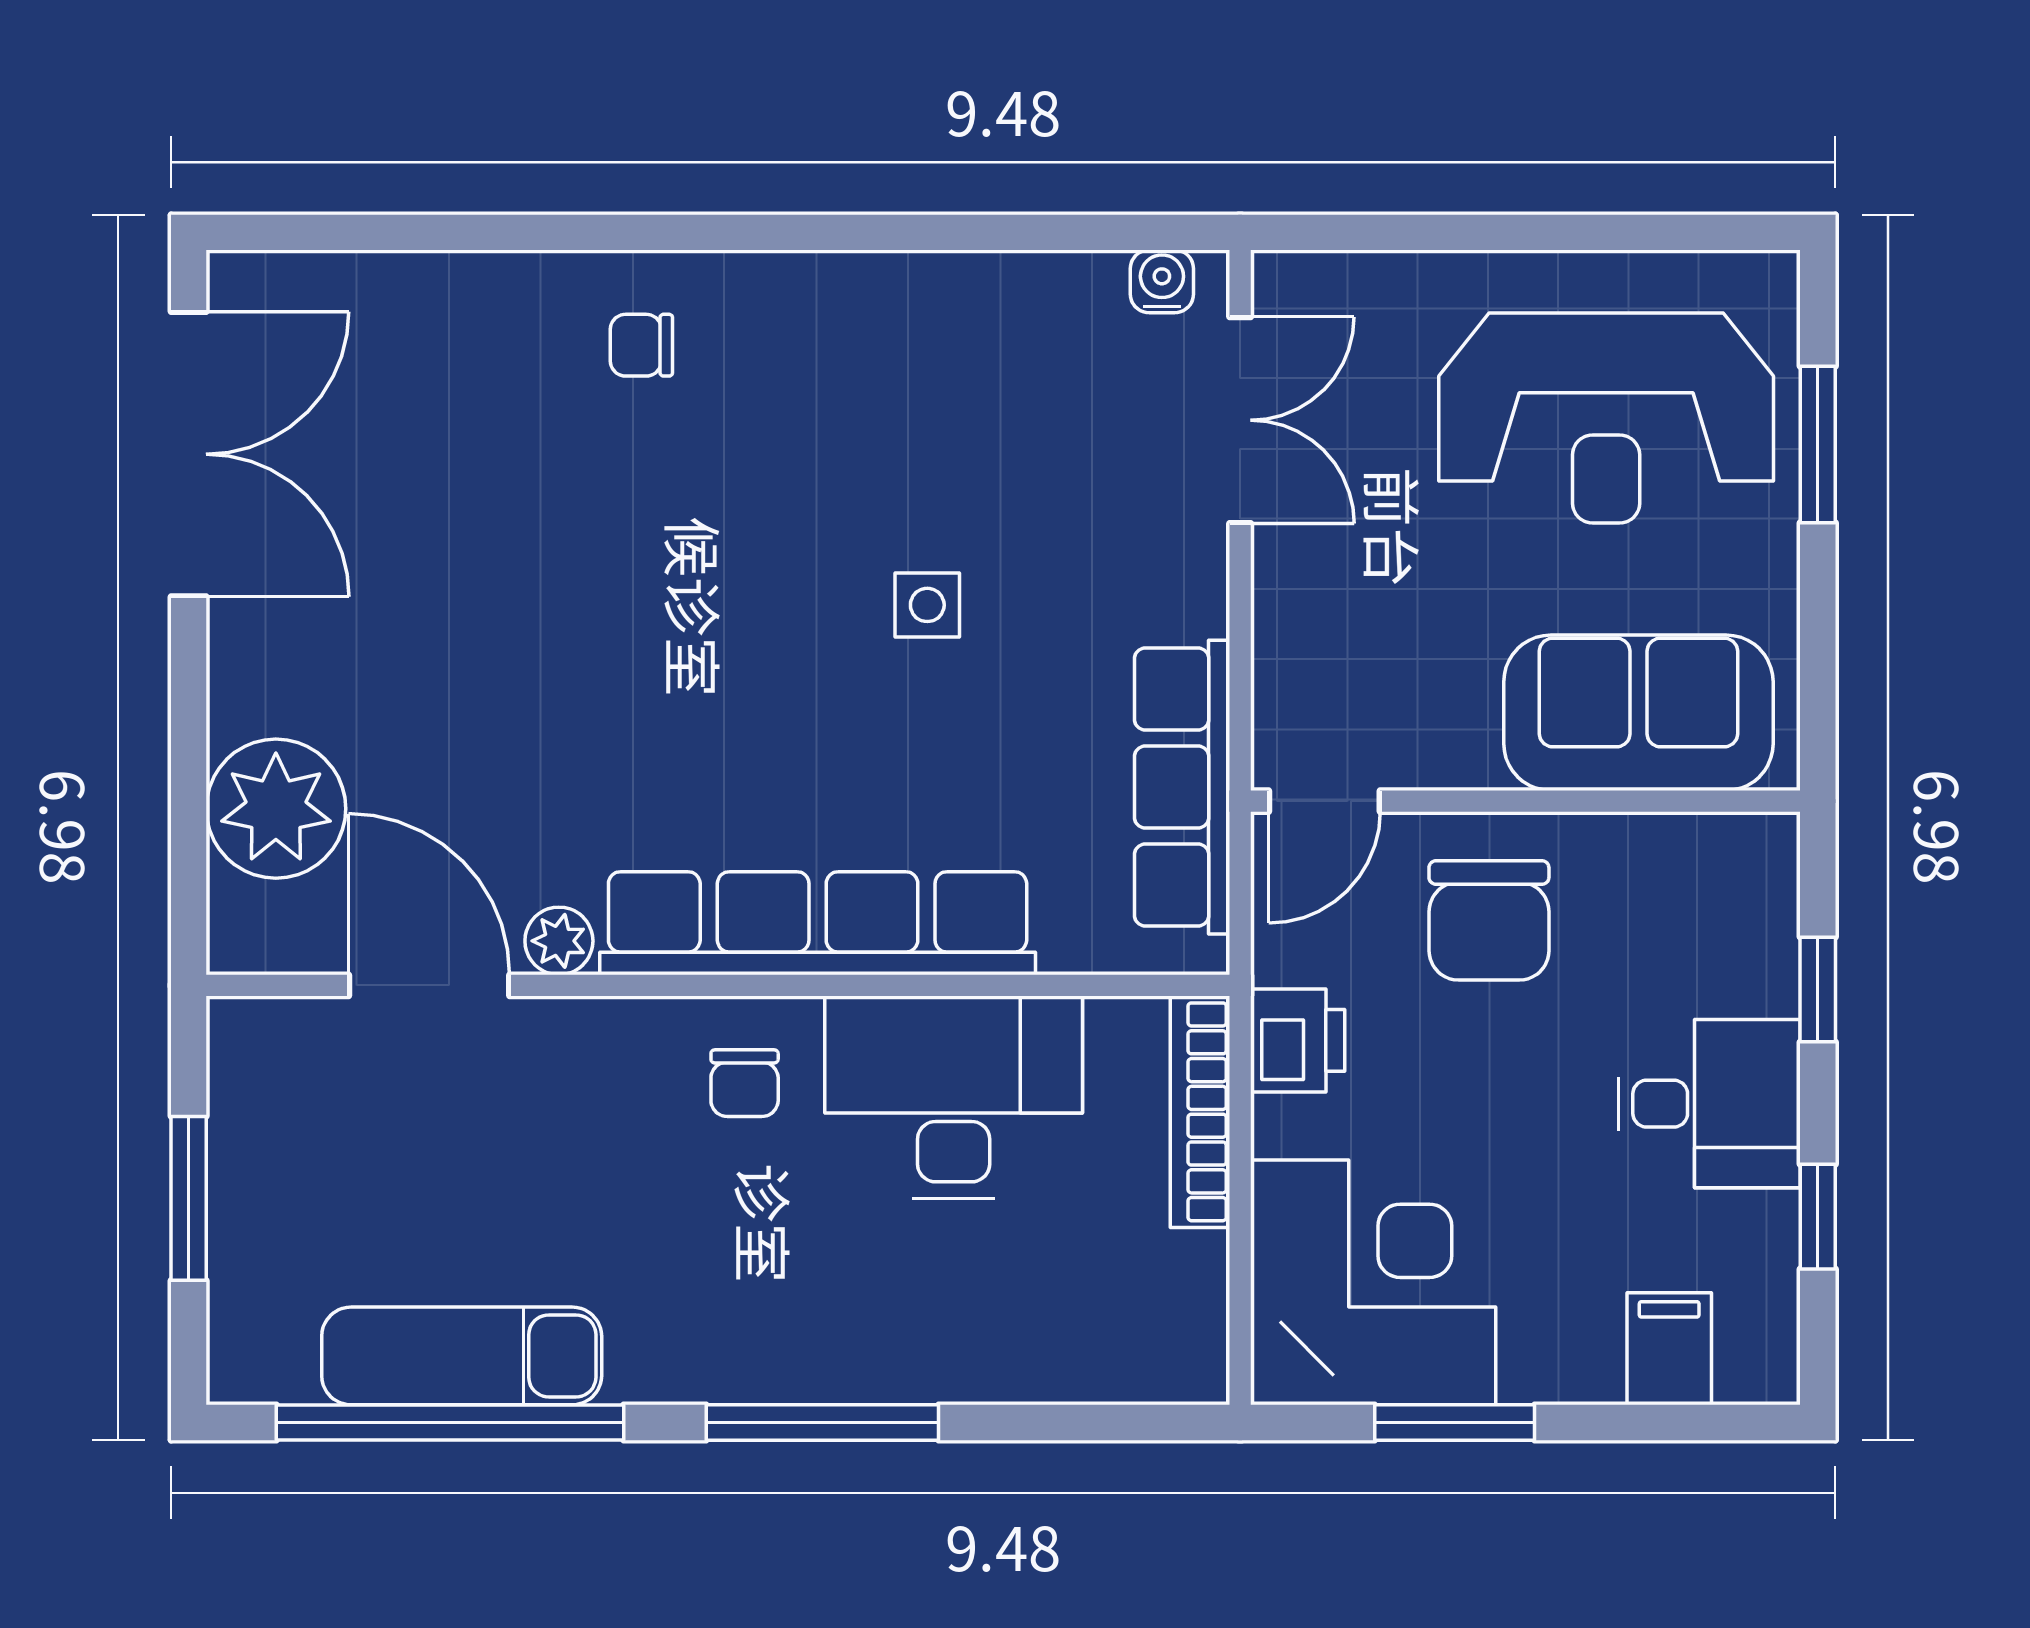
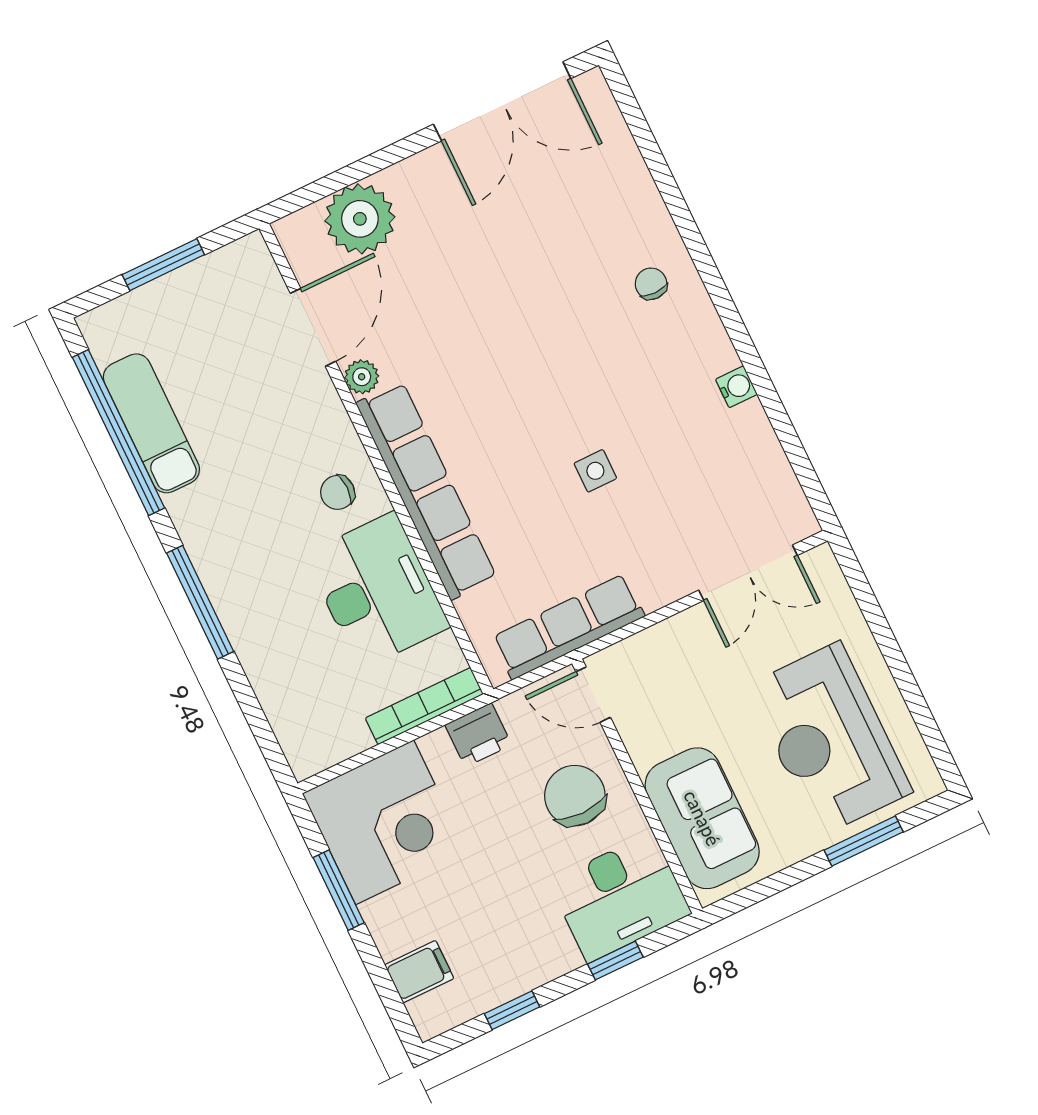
water cooler: (1162, 281) -> (736, 387), moved
chair: (1489, 920) -> (575, 796), turned 90
desk: (1709, 1104) -> (620, 897), moved, width x1.37

